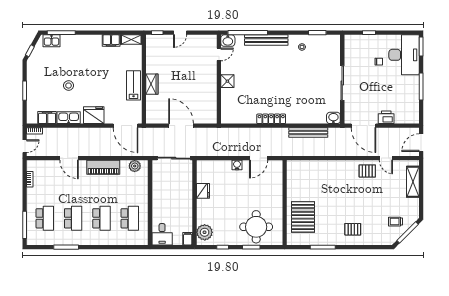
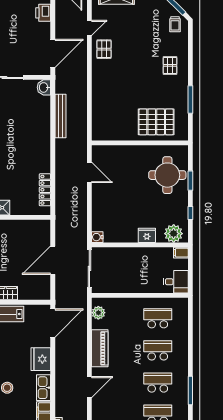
printer: (386, 117) -> (43, 13), moved
locker: (271, 119) -> (45, 190), moved
water cooler: (237, 165) -> (97, 237), moved
fridge: (203, 191) -> (147, 235), moved
trolley: (395, 222) -> (175, 24), moved

